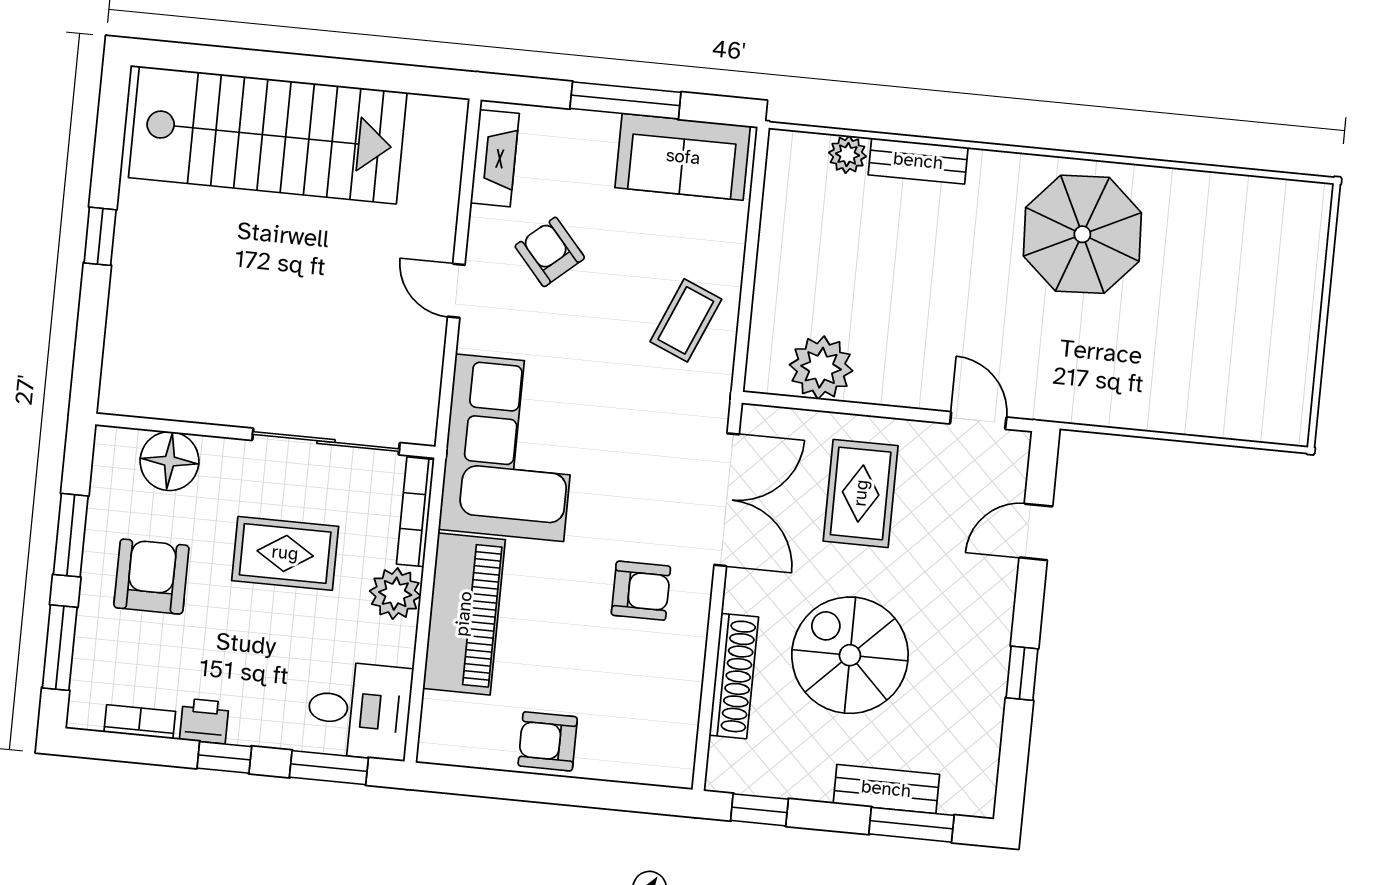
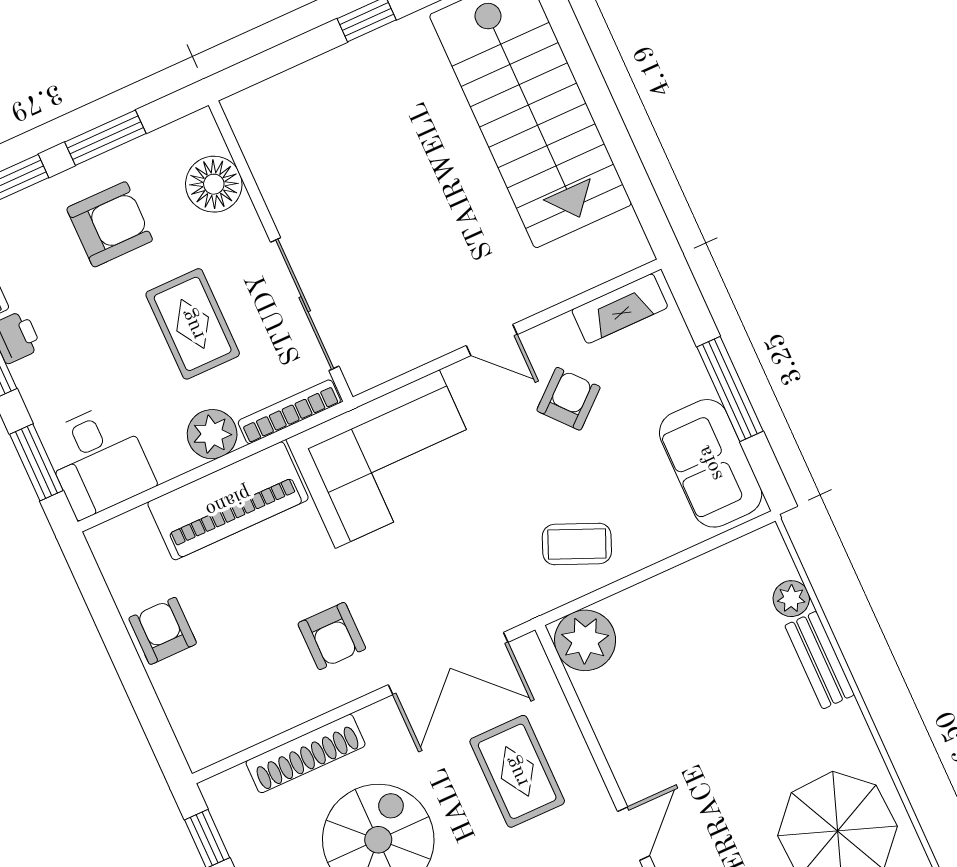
door: (456, 291) -> (492, 340), swing flipped
plant: (821, 368) -> (585, 640), moved
rug: (861, 493) -> (517, 771), turned 90

